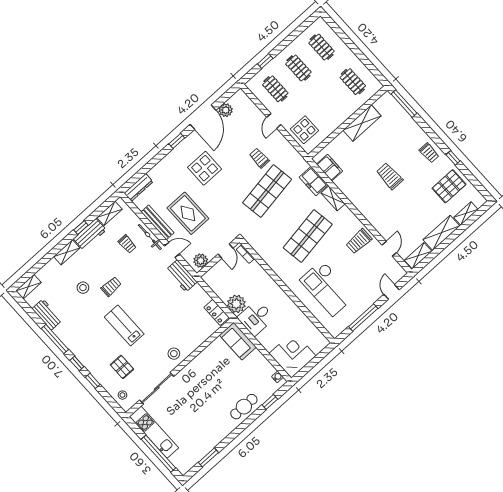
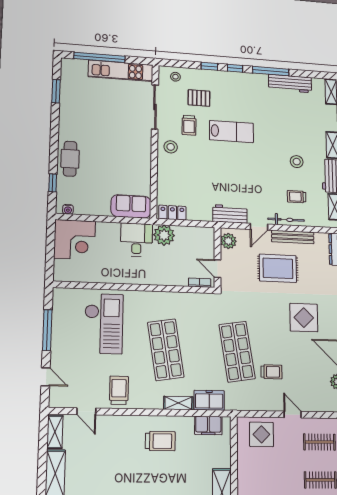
trolley: (390, 176) -> (160, 441), moved
trolley: (111, 287) -> (189, 125), moved
stool: (83, 288) -> (297, 162), moved
checkout: (327, 288) -> (104, 324), turned 90
workbench: (47, 315) -> (290, 84), width x1.38

